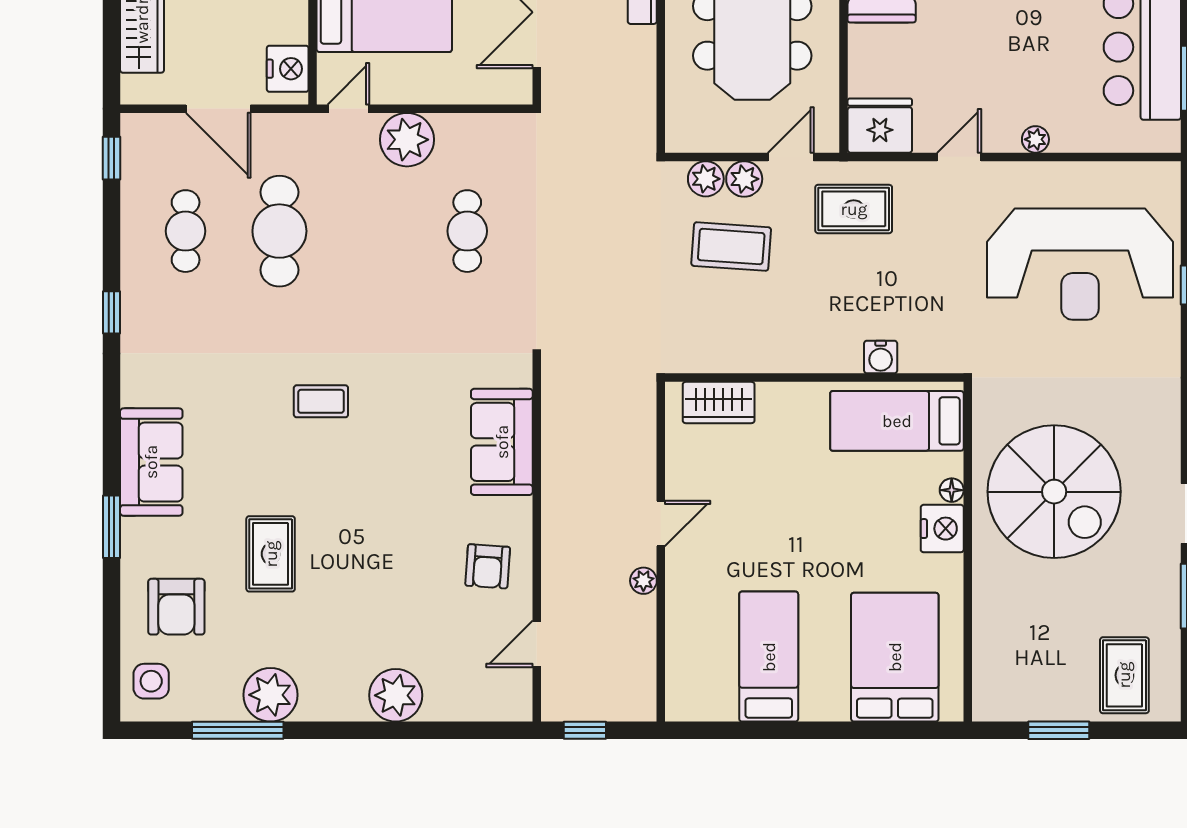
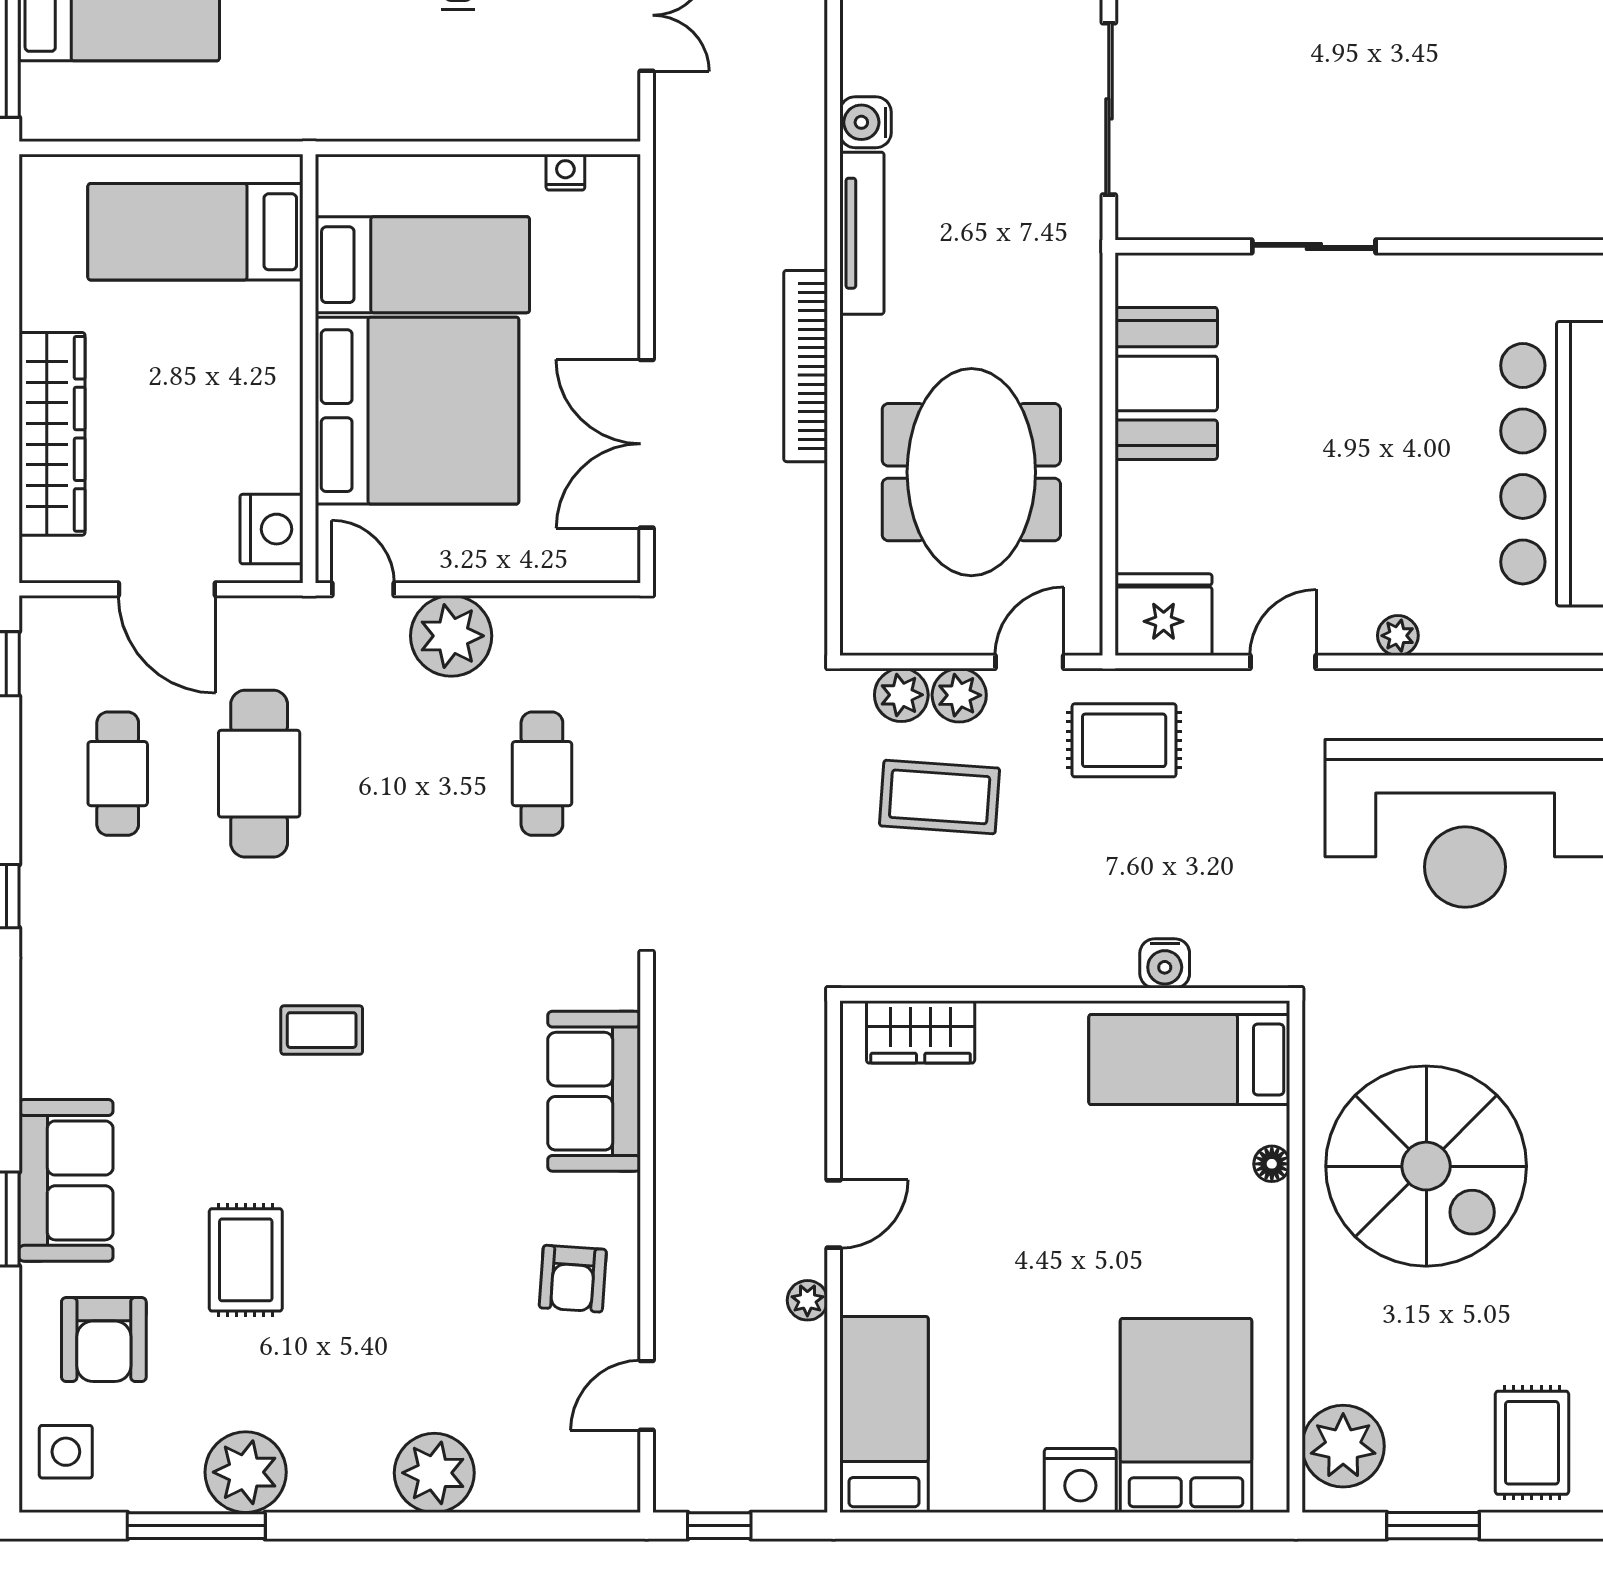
door: (348, 109) -> (363, 589), hinge flipped
sofa: (151, 462) -> (66, 1180), moved
nightstand: (942, 529) -> (1080, 1481), moved, turned 90
bed: (769, 657) -> (884, 1415), moved
plant: (999, 677) -> (1343, 1446), added

